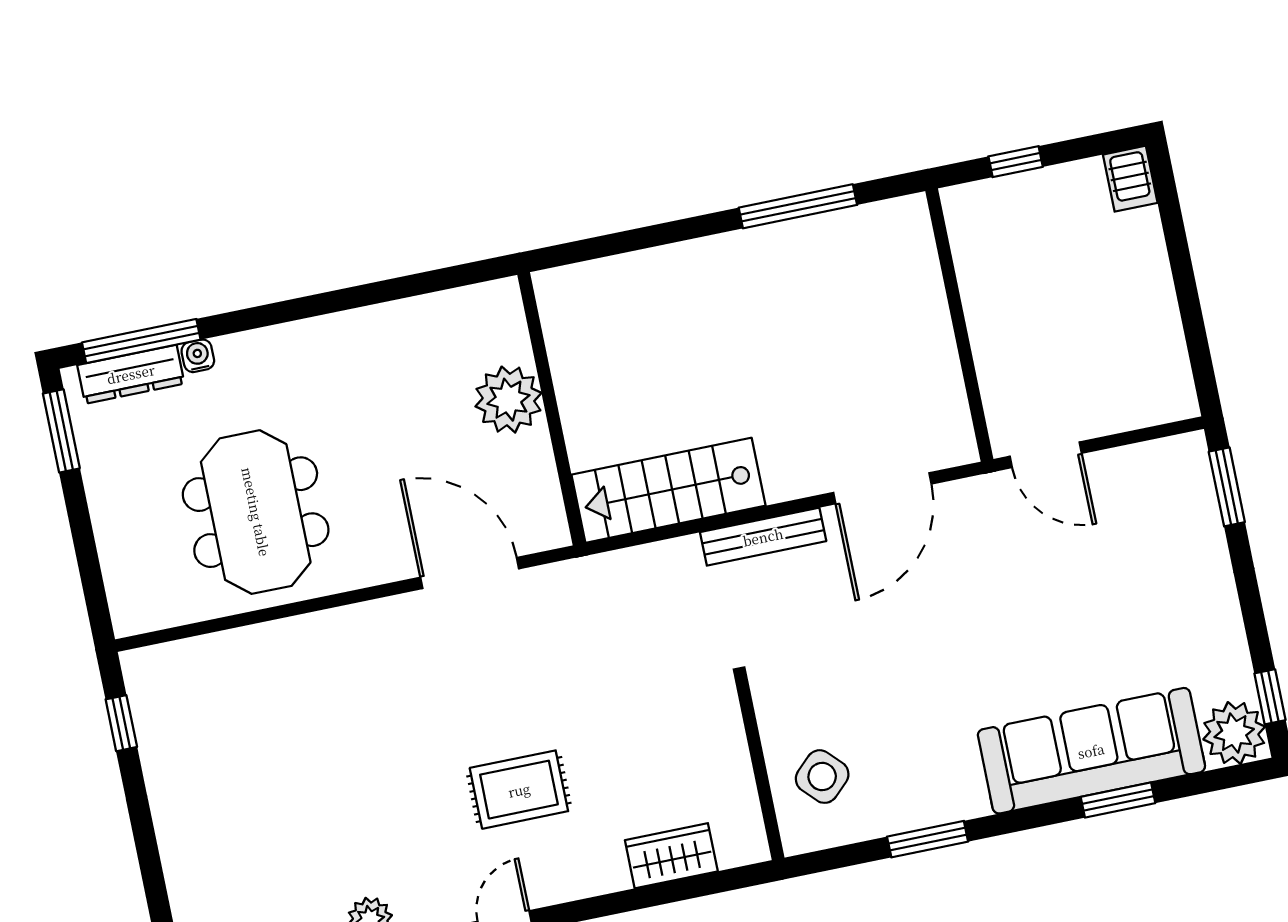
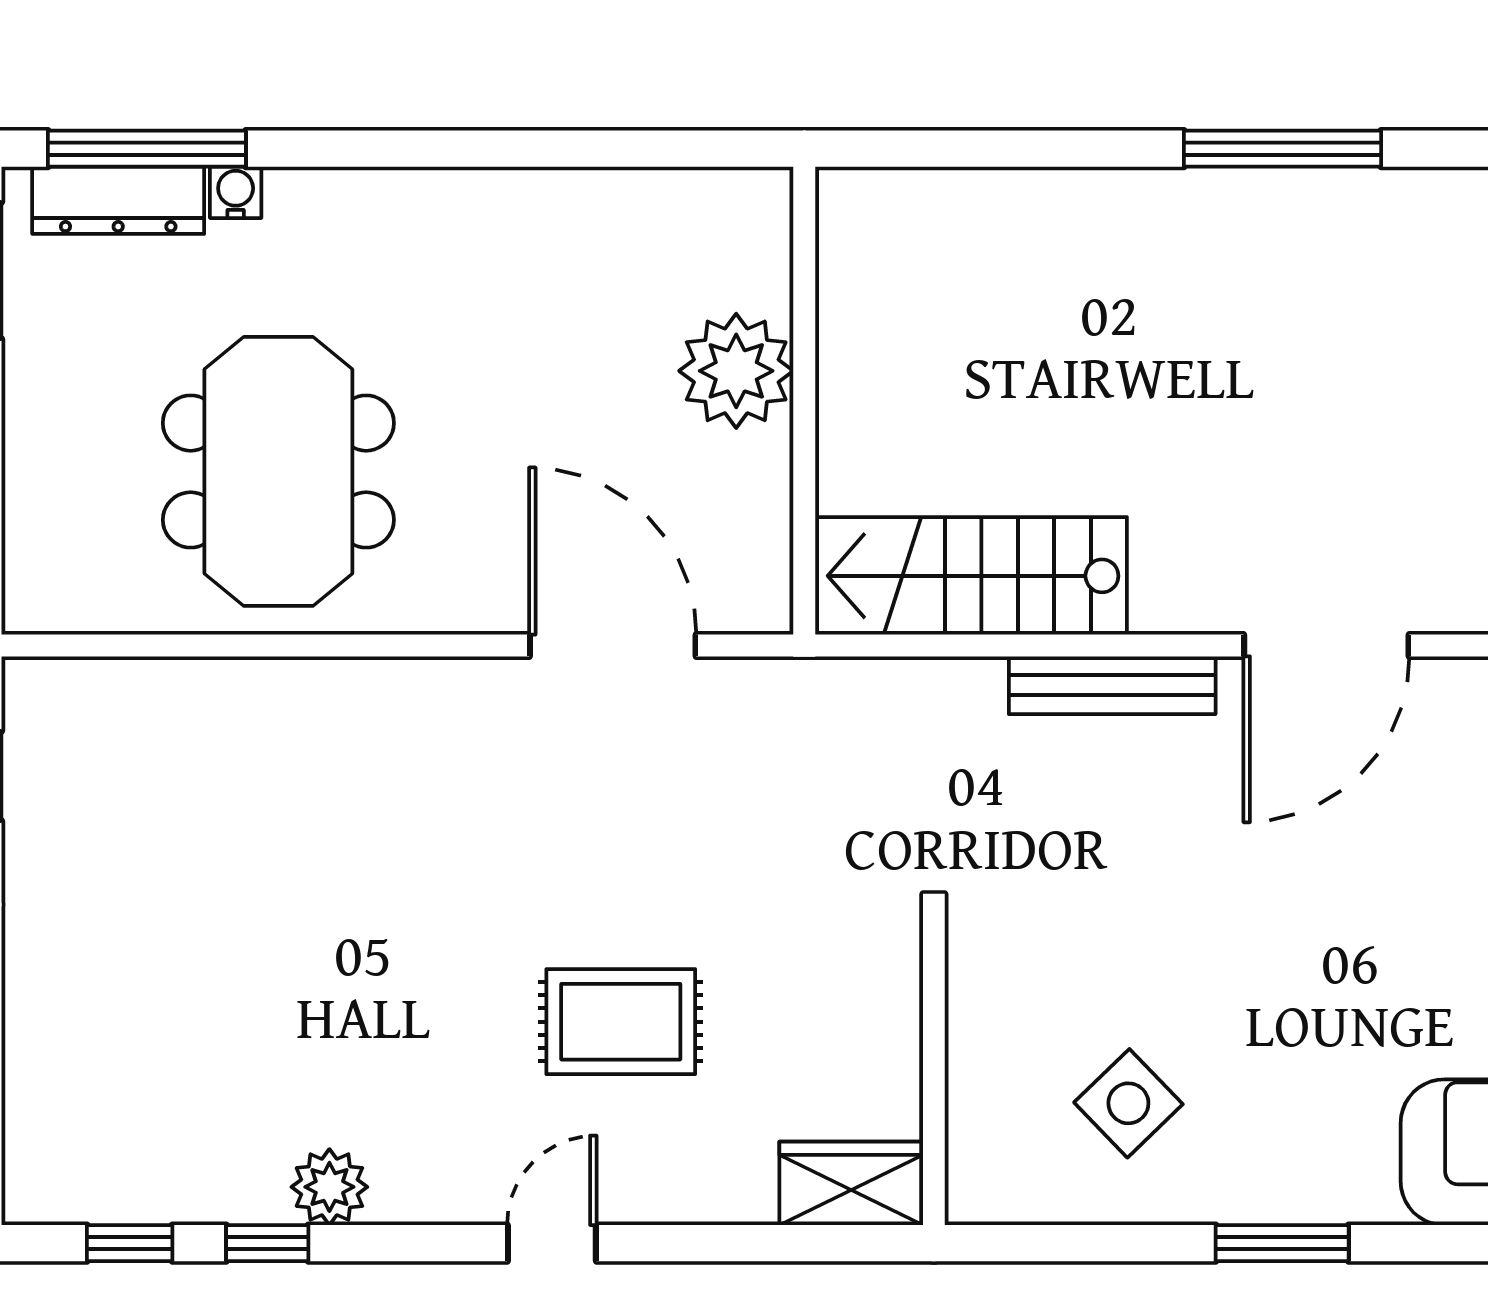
wall: (760, 769) -> (934, 1070), moved

